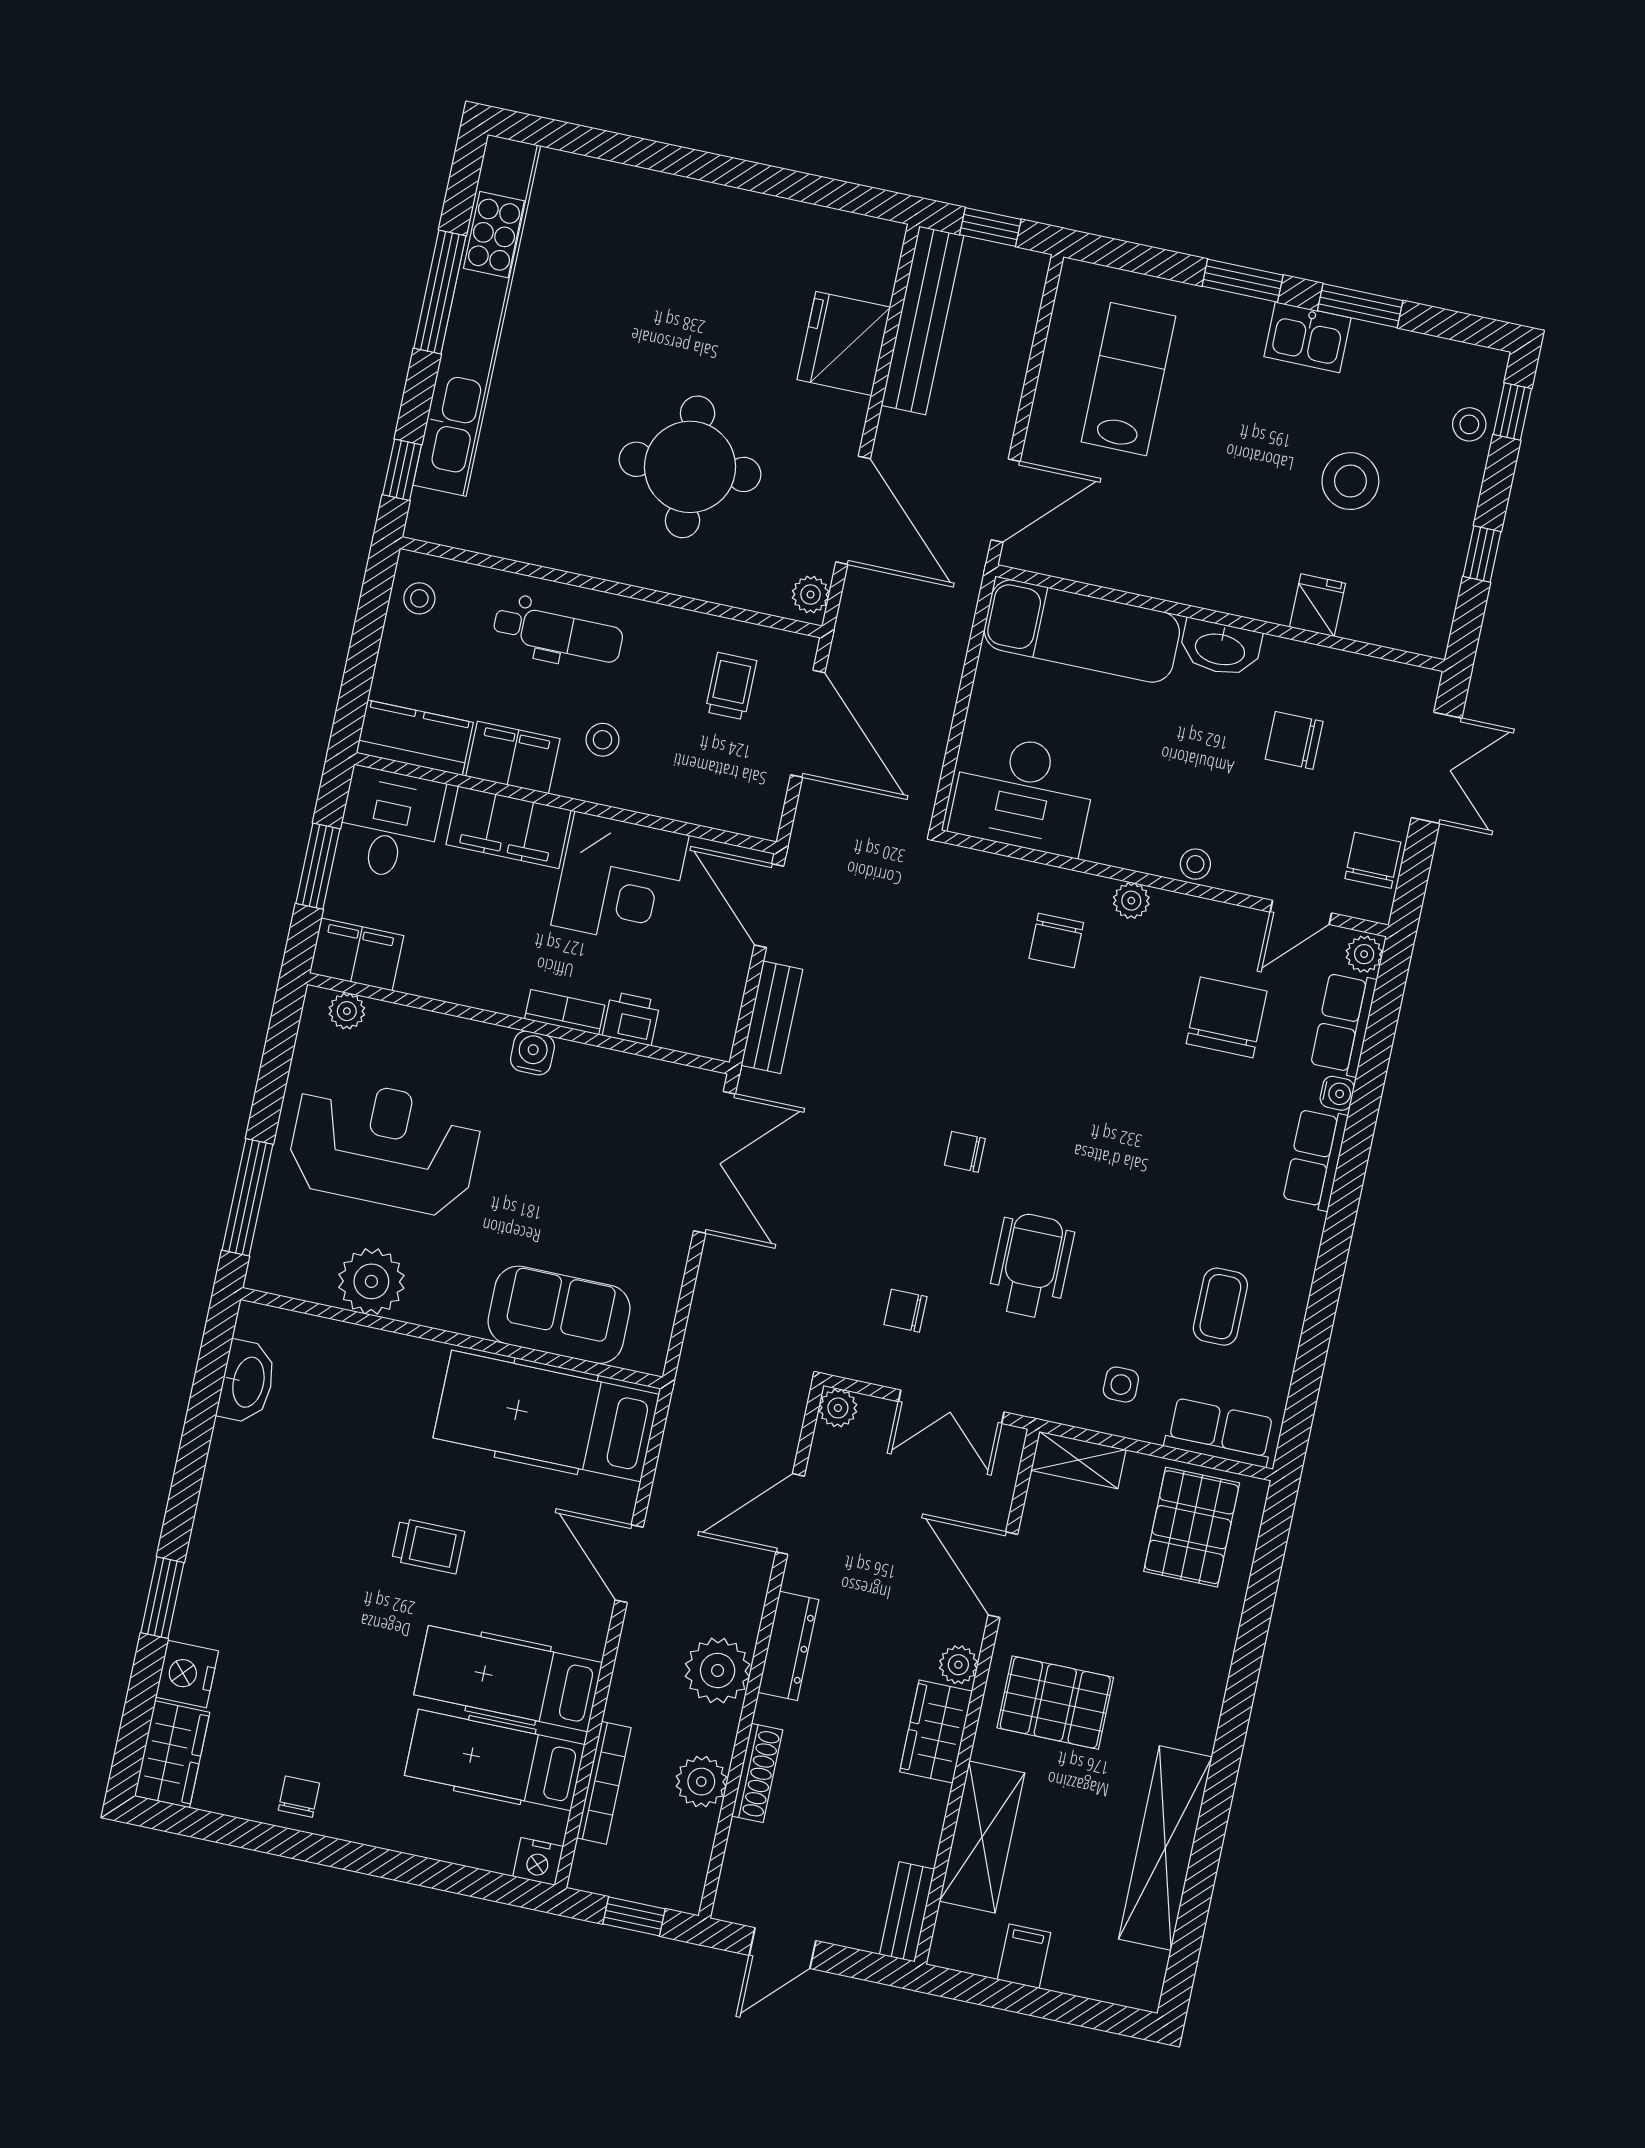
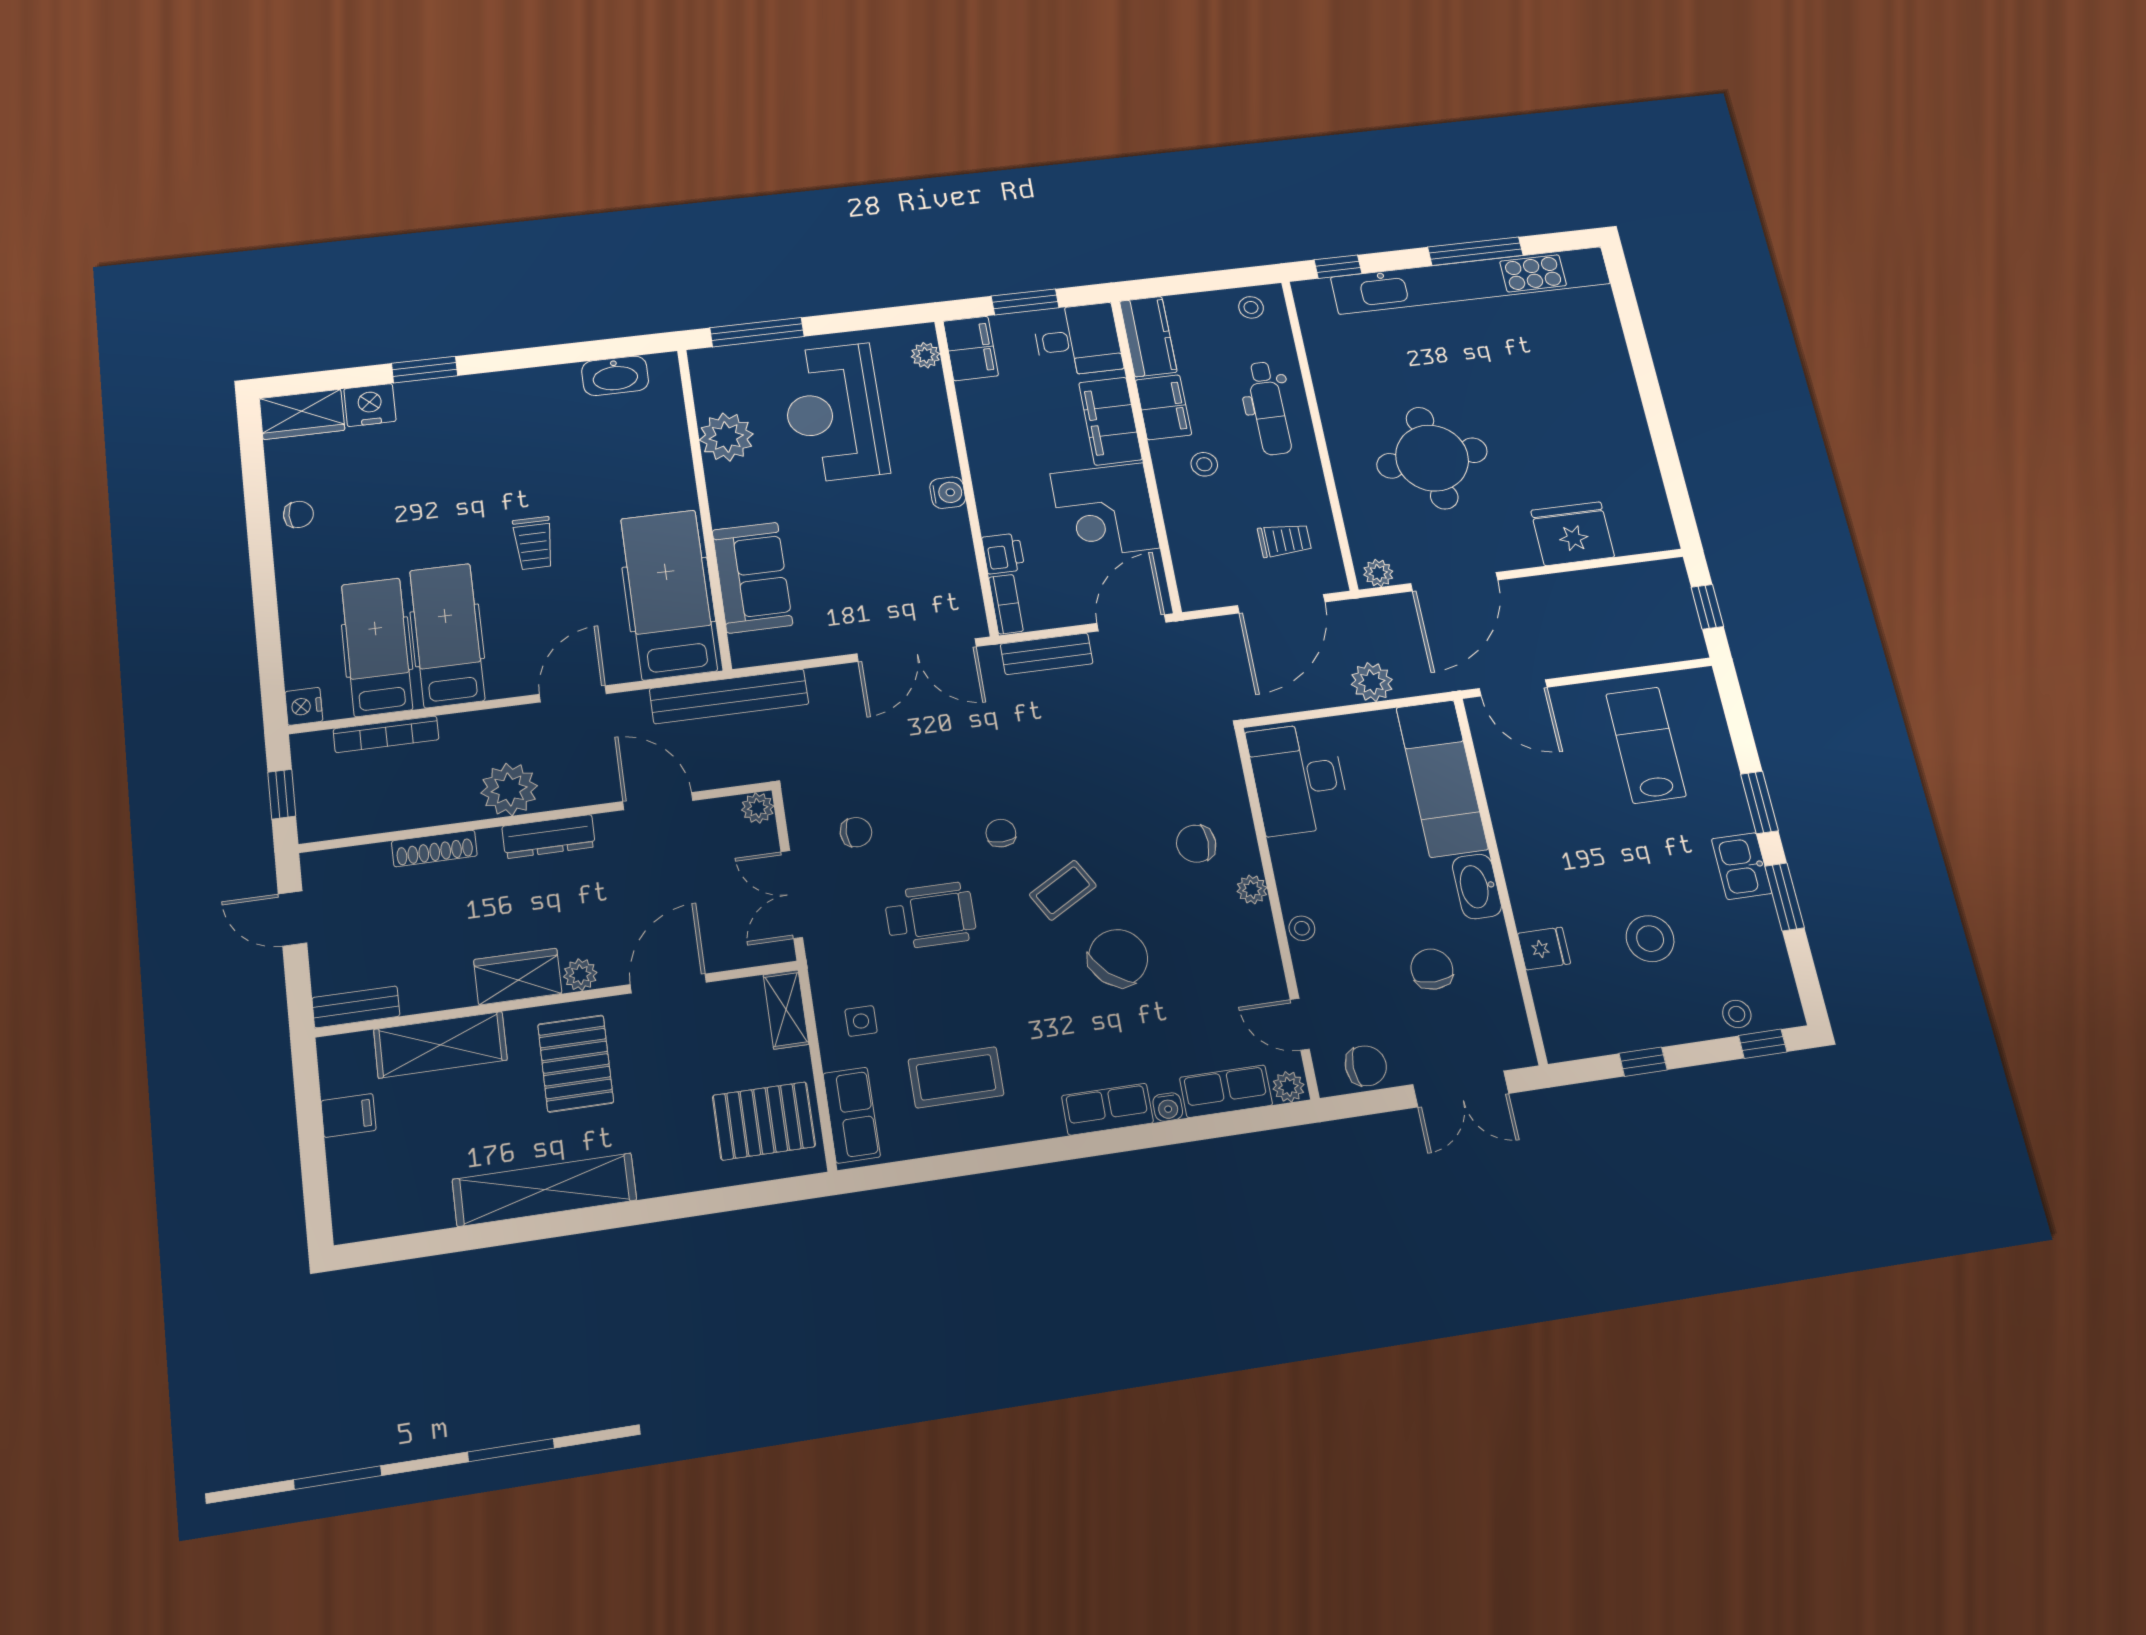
bench: (922, 320) -> (729, 696), moved
lab bench: (1128, 379) -> (1646, 745), turned -90
bookcase: (565, 1012) -> (1006, 604), moved
chair: (1227, 1017) -> (1118, 958), moved, turned -48
coffee table: (1055, 1110) -> (1063, 890), added
reception desk: (384, 1146) -> (834, 413), turned 180
coffee table: (1220, 1307) -> (956, 1077), width x1.36, depth x1.30
chair: (905, 1311) -> (856, 832), turned 90
plant: (701, 1782) -> (1372, 682), moved
shelving: (1165, 1848) -> (545, 1190), moved

